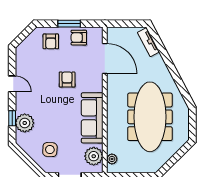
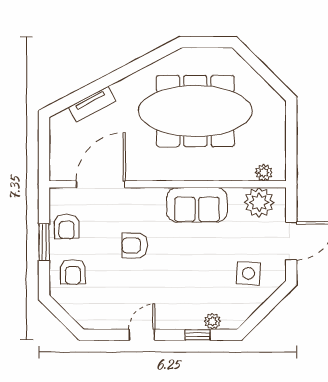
armchair: (51, 41) -> (73, 272), turned 90
tv unit: (148, 42) -> (92, 104), moved
sofa: (92, 118) -> (197, 205), width x0.73
plant: (25, 123) -> (212, 321), width x0.53, depth x0.53

